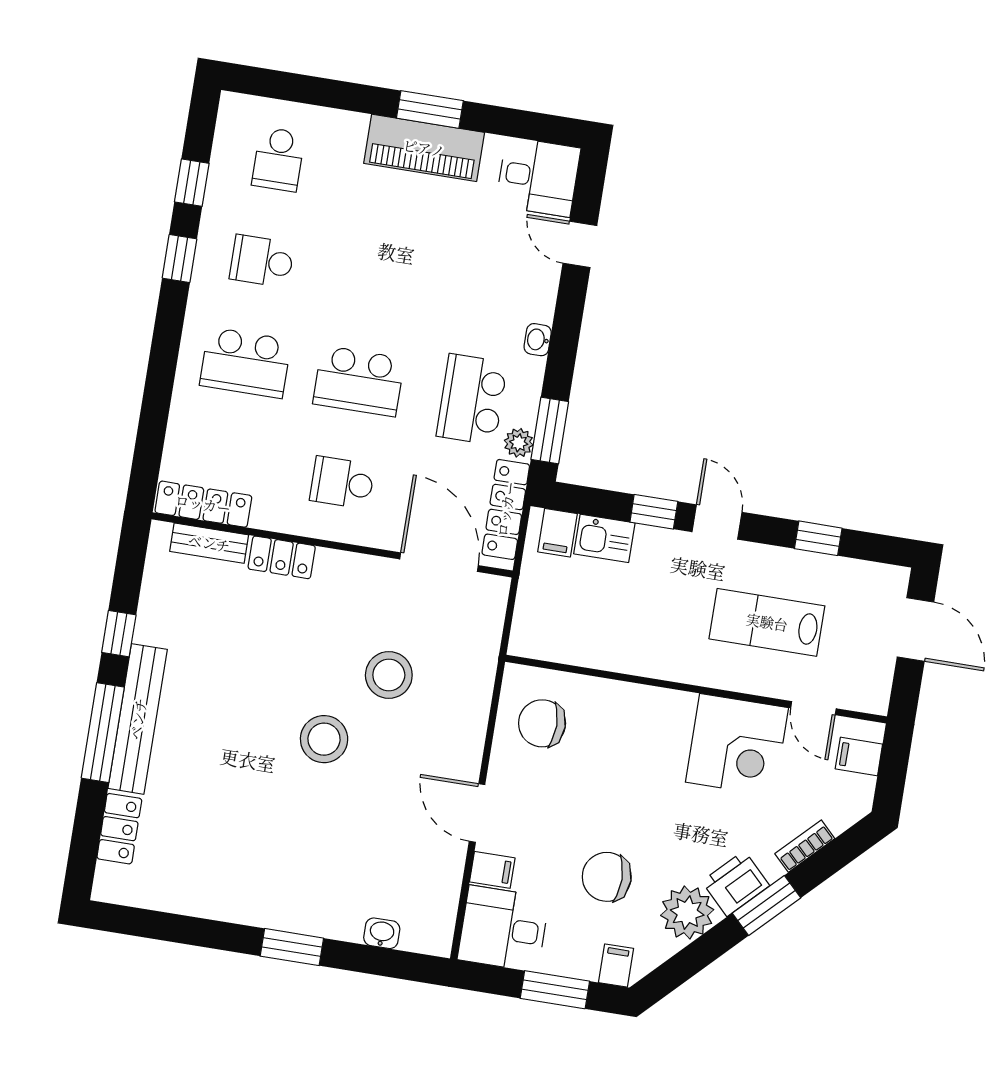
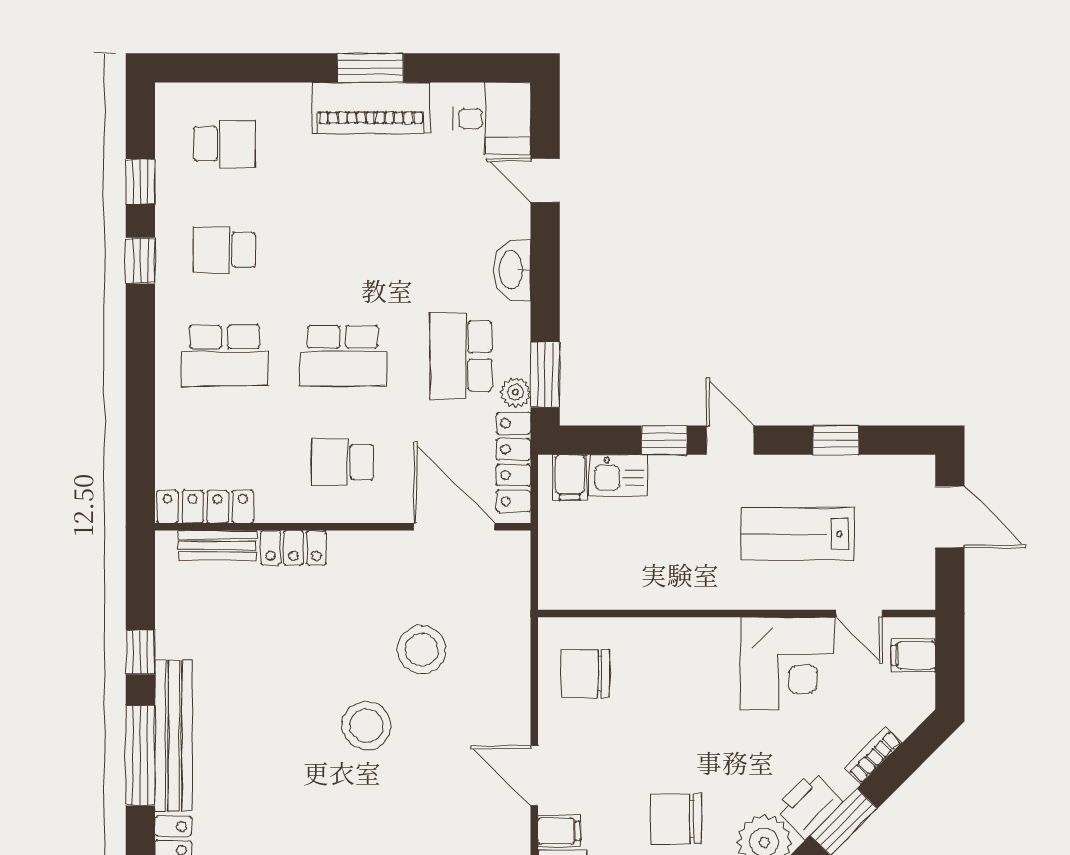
school desk: (278, 159) -> (225, 144), turned -90
washbasin: (538, 340) -> (512, 270), width x1.91, depth x1.45

